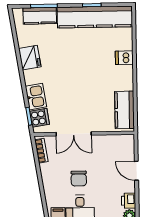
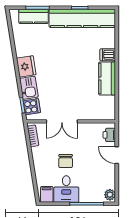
fridge: (30, 58) -> (26, 66), moved
kitchen counter: (124, 110) -> (107, 78), moved
printer: (129, 201) -> (109, 135), moved

